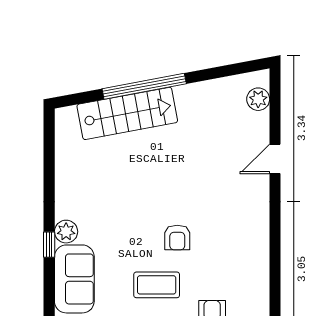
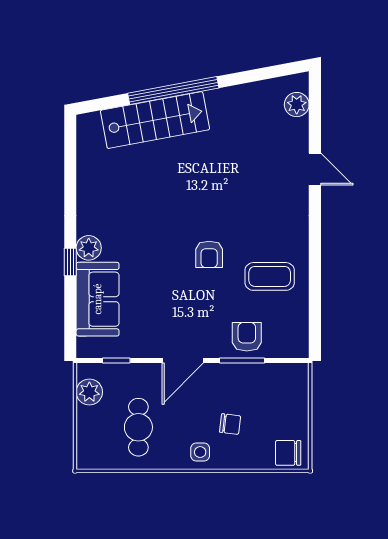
door: (275, 159) -> (315, 169), swing flipped
coffee table: (157, 285) -> (270, 276), moved

